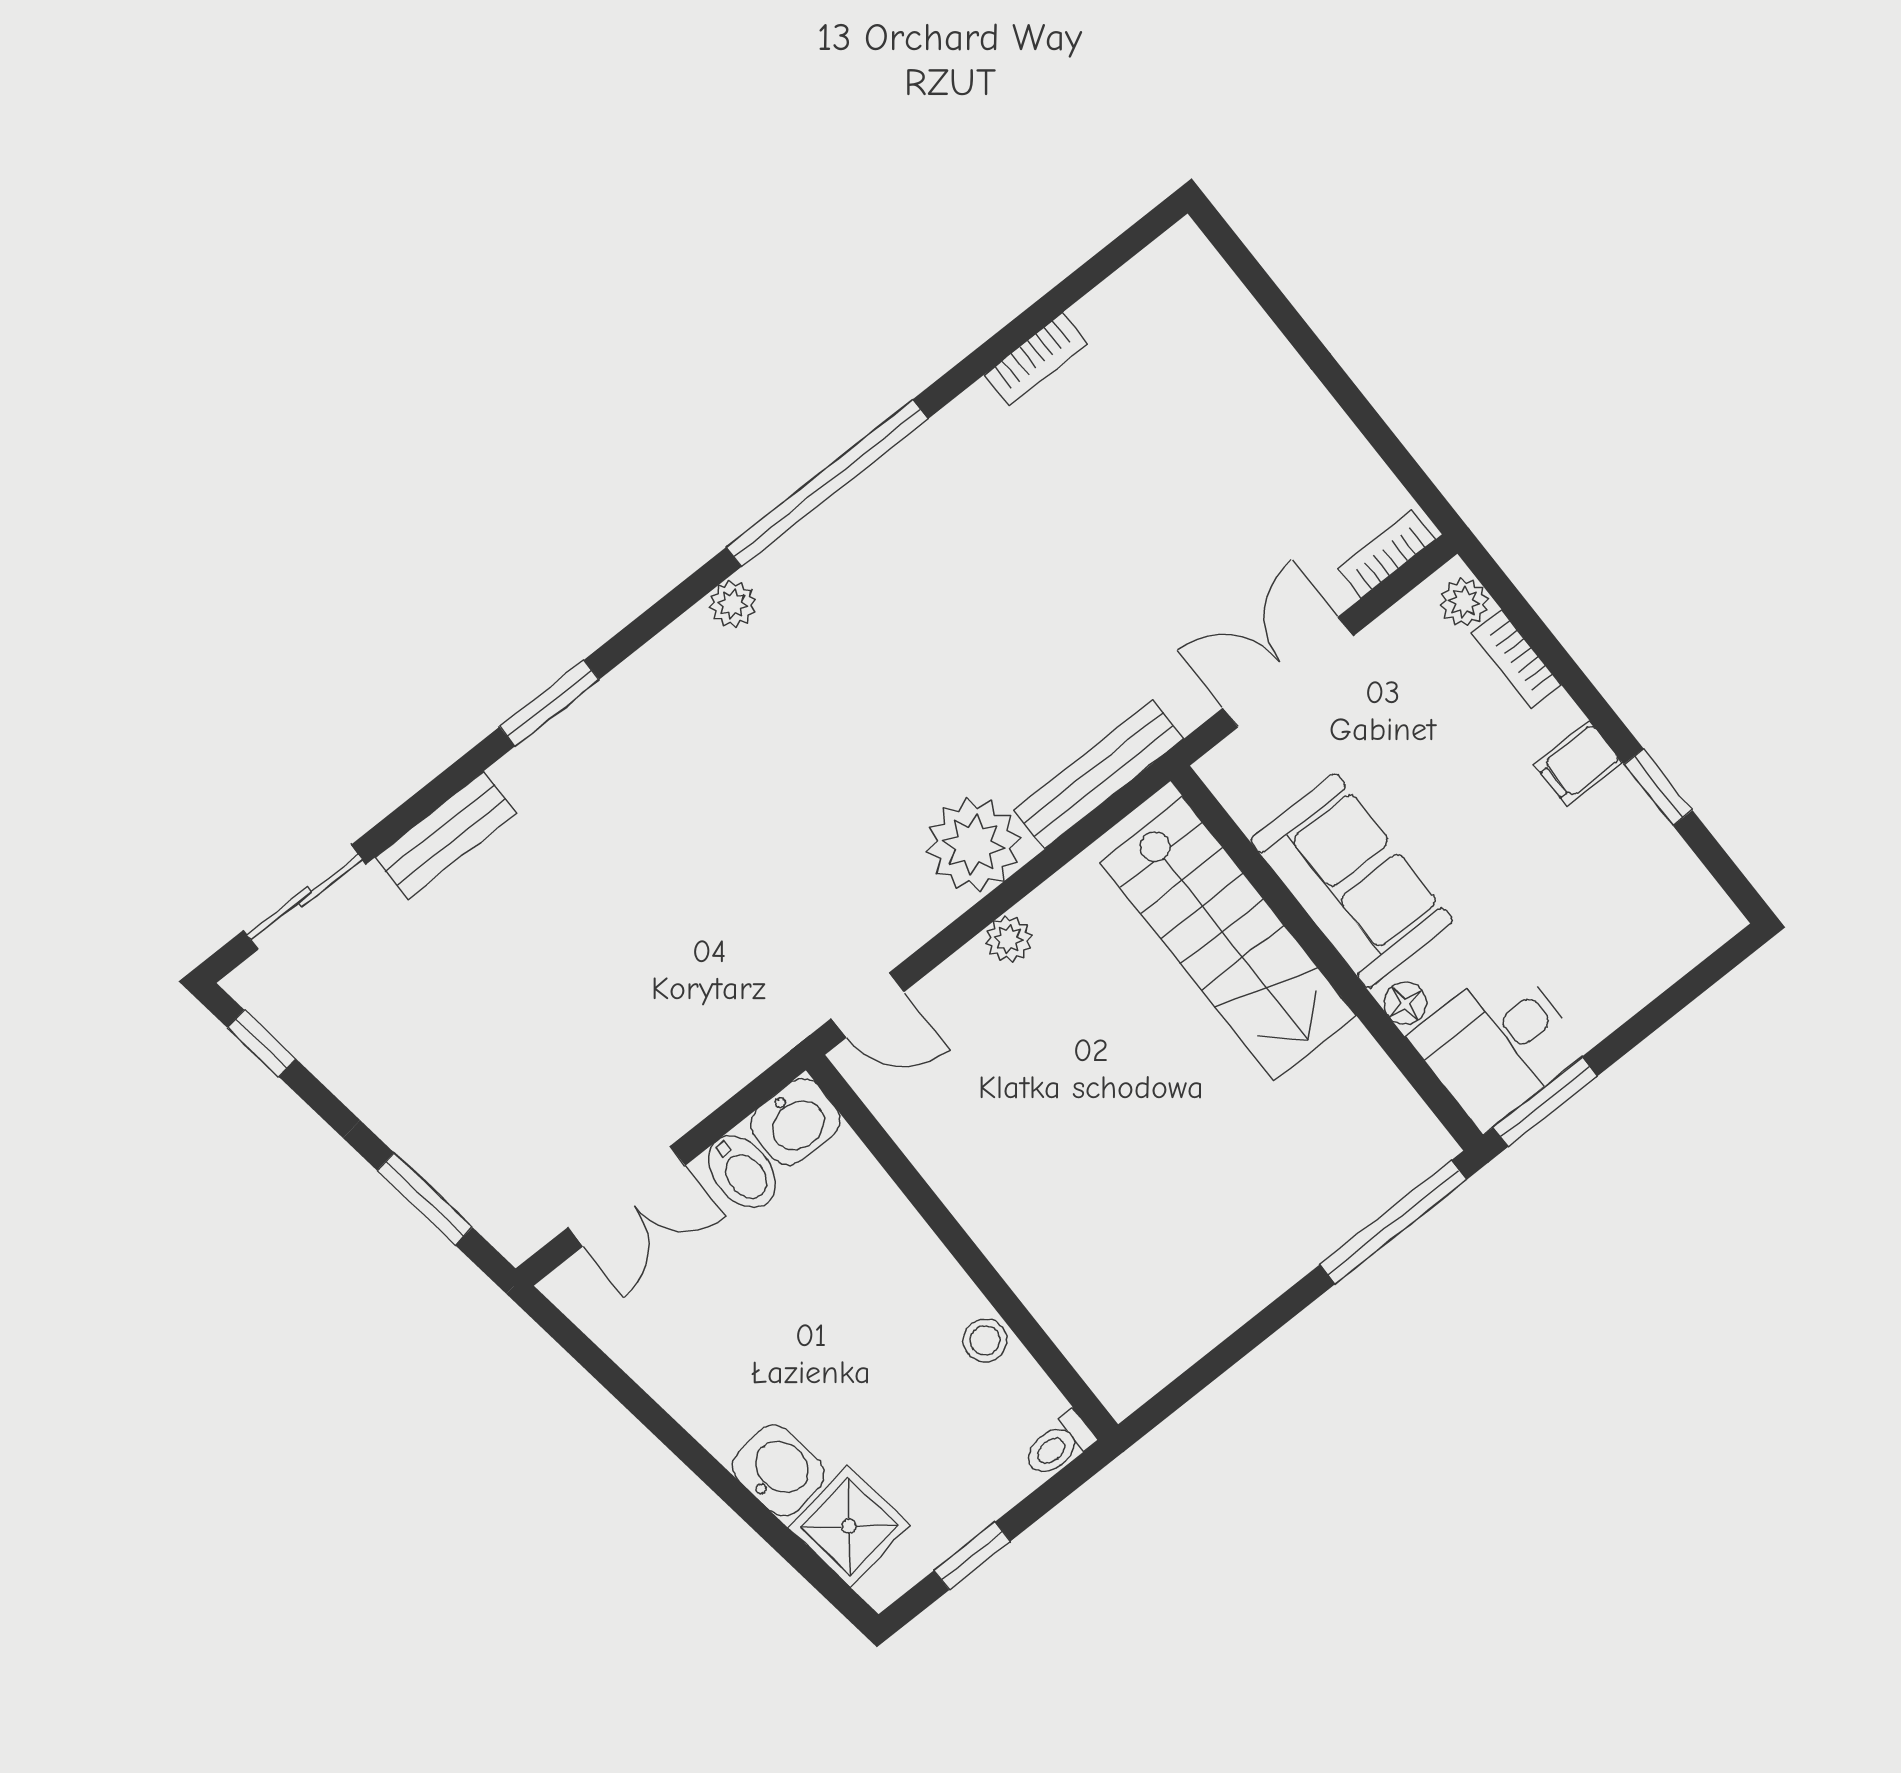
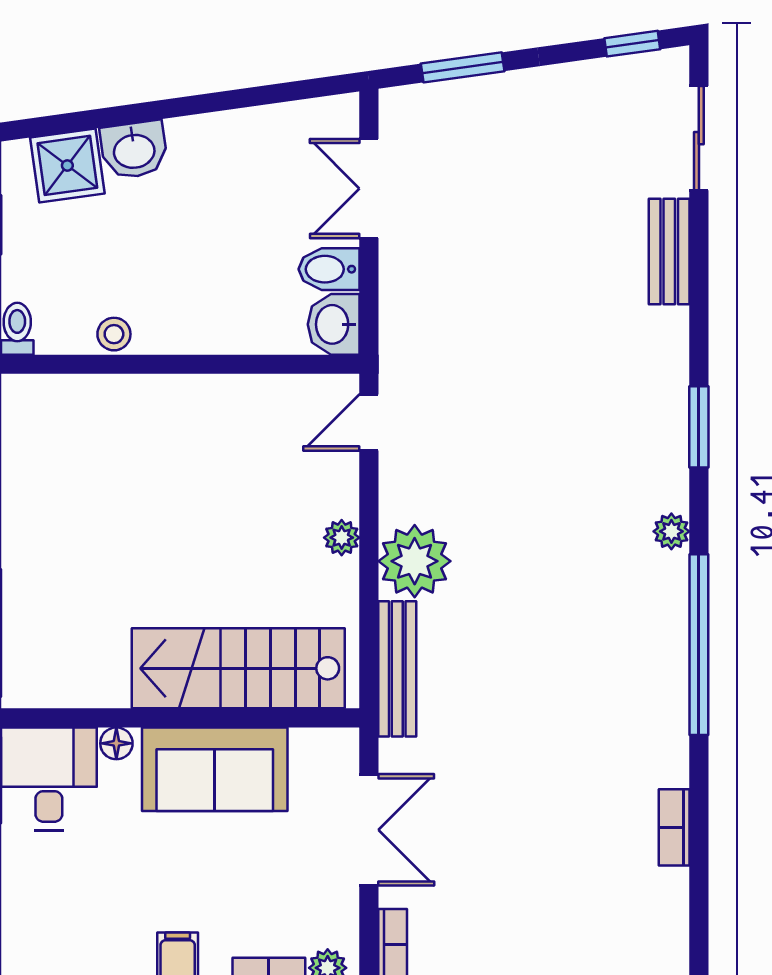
window: (549, 703) -> (699, 427), moved

